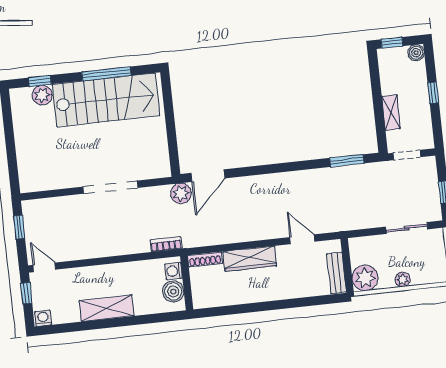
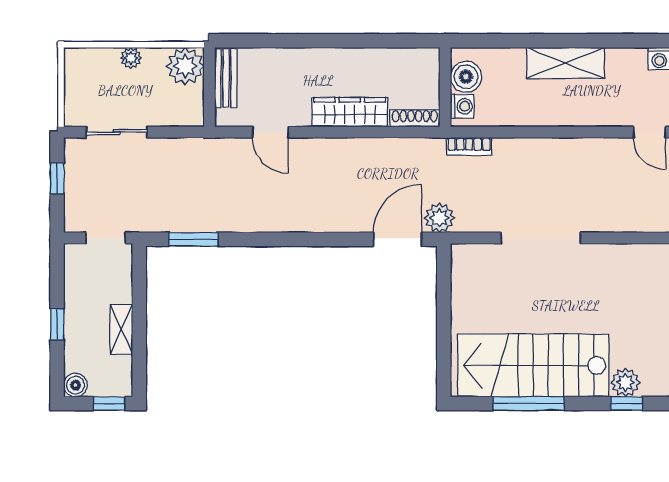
shelving: (391, 112) -> (121, 329), moved

